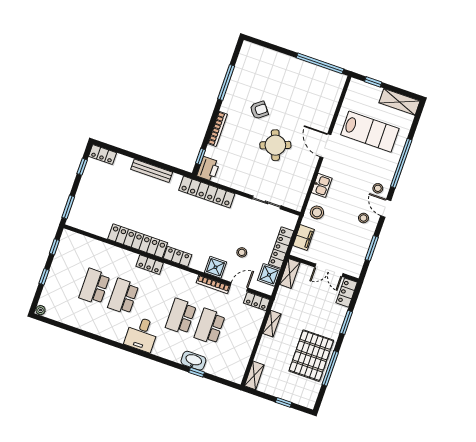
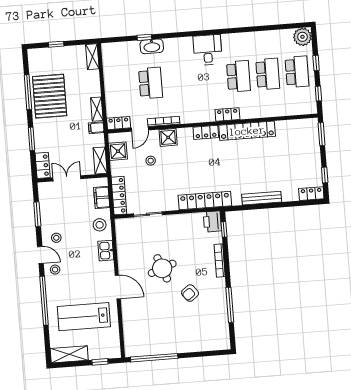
locker: (281, 248) -> (119, 196), moved
filing cabinet: (280, 306) -> (96, 128), added
plant: (41, 310) -> (302, 37), width x1.87, depth x1.87
school desk: (181, 316) -> (297, 72), moved

